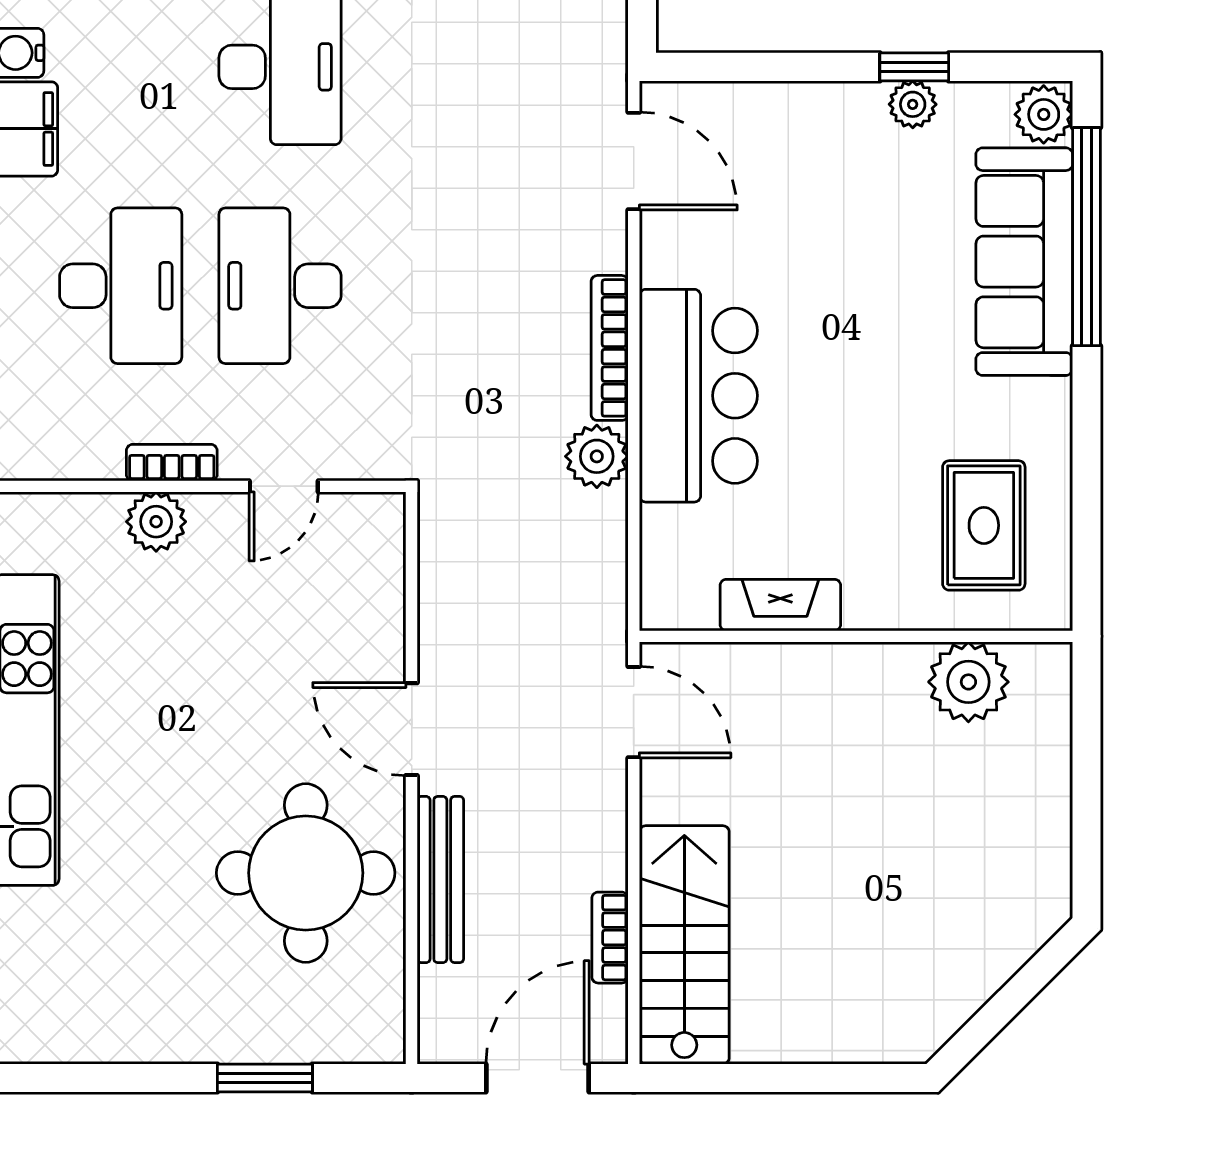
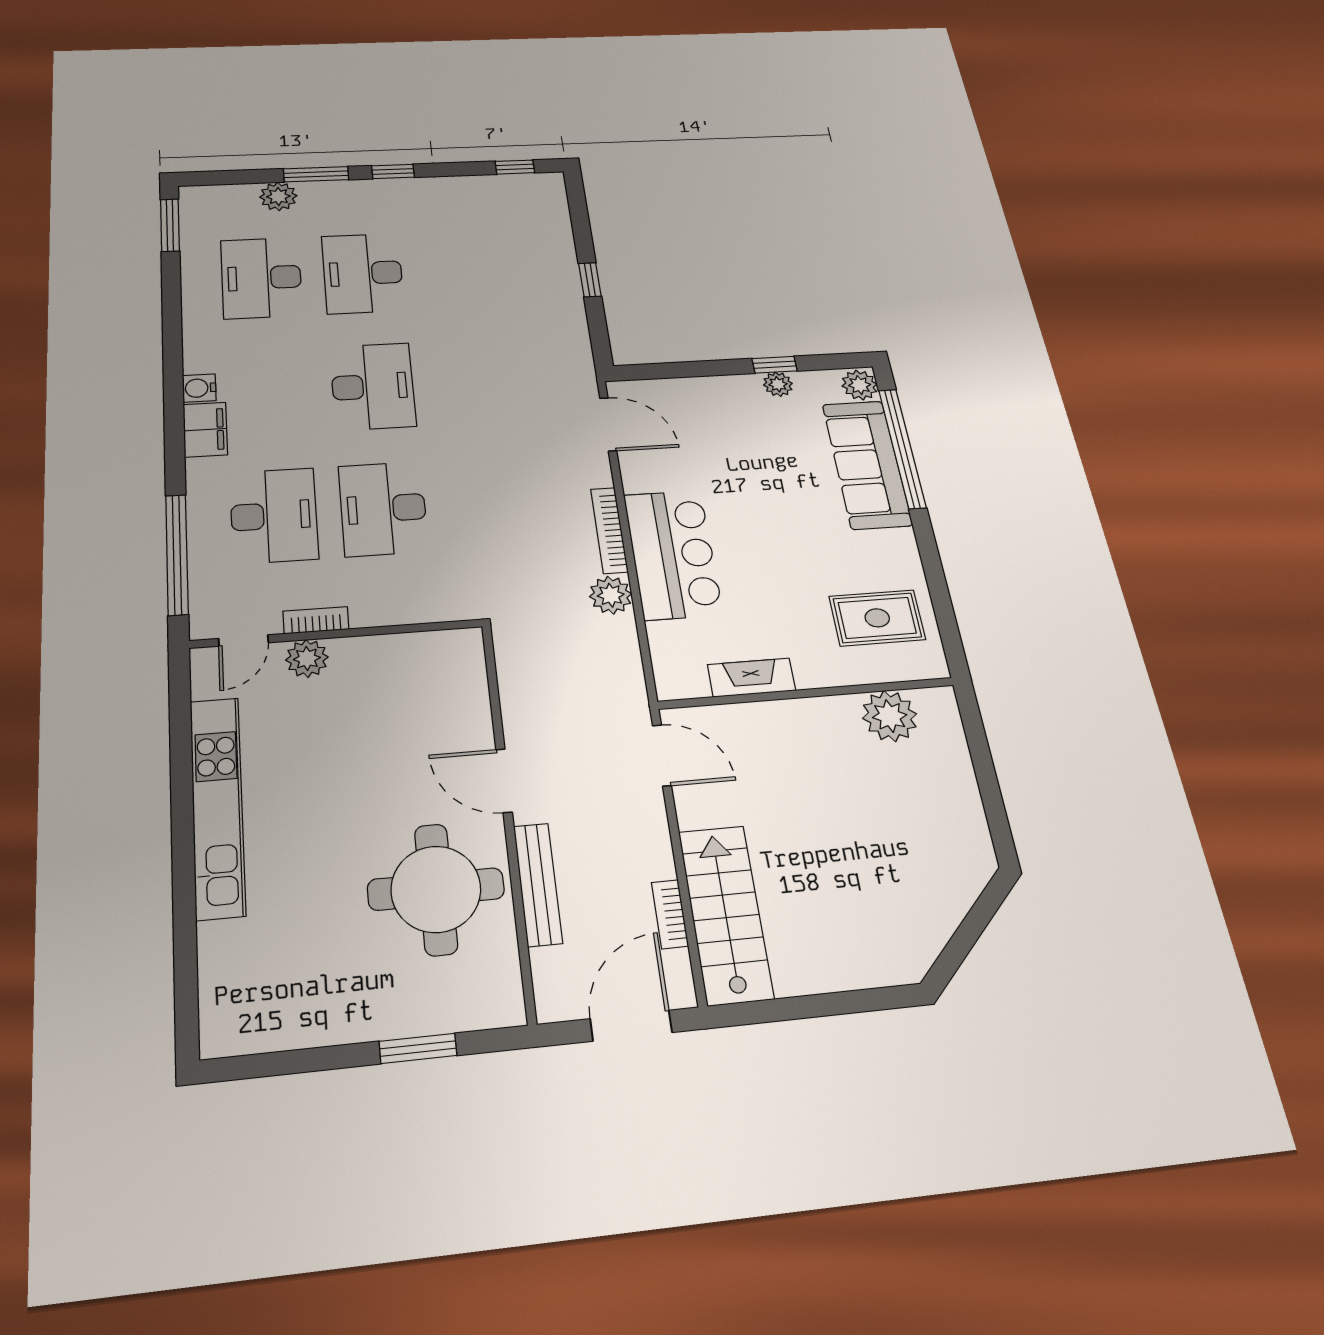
door: (284, 486) -> (243, 641), moved
rug: (984, 525) -> (877, 618), turned 90

